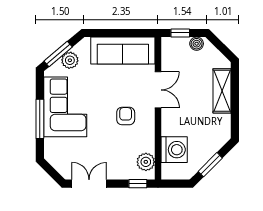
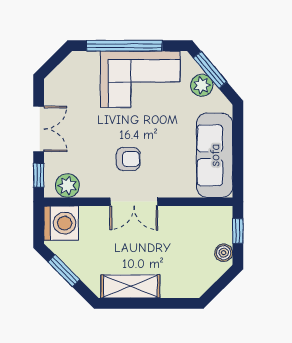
double door: (158, 90) -> (134, 202), moved
shelving: (222, 91) -> (130, 286), moved
window: (40, 119) -> (124, 46), width x1.46
washing machine: (174, 150) -> (61, 223), moved, turned -90
double door: (89, 184) -> (39, 129), moved

